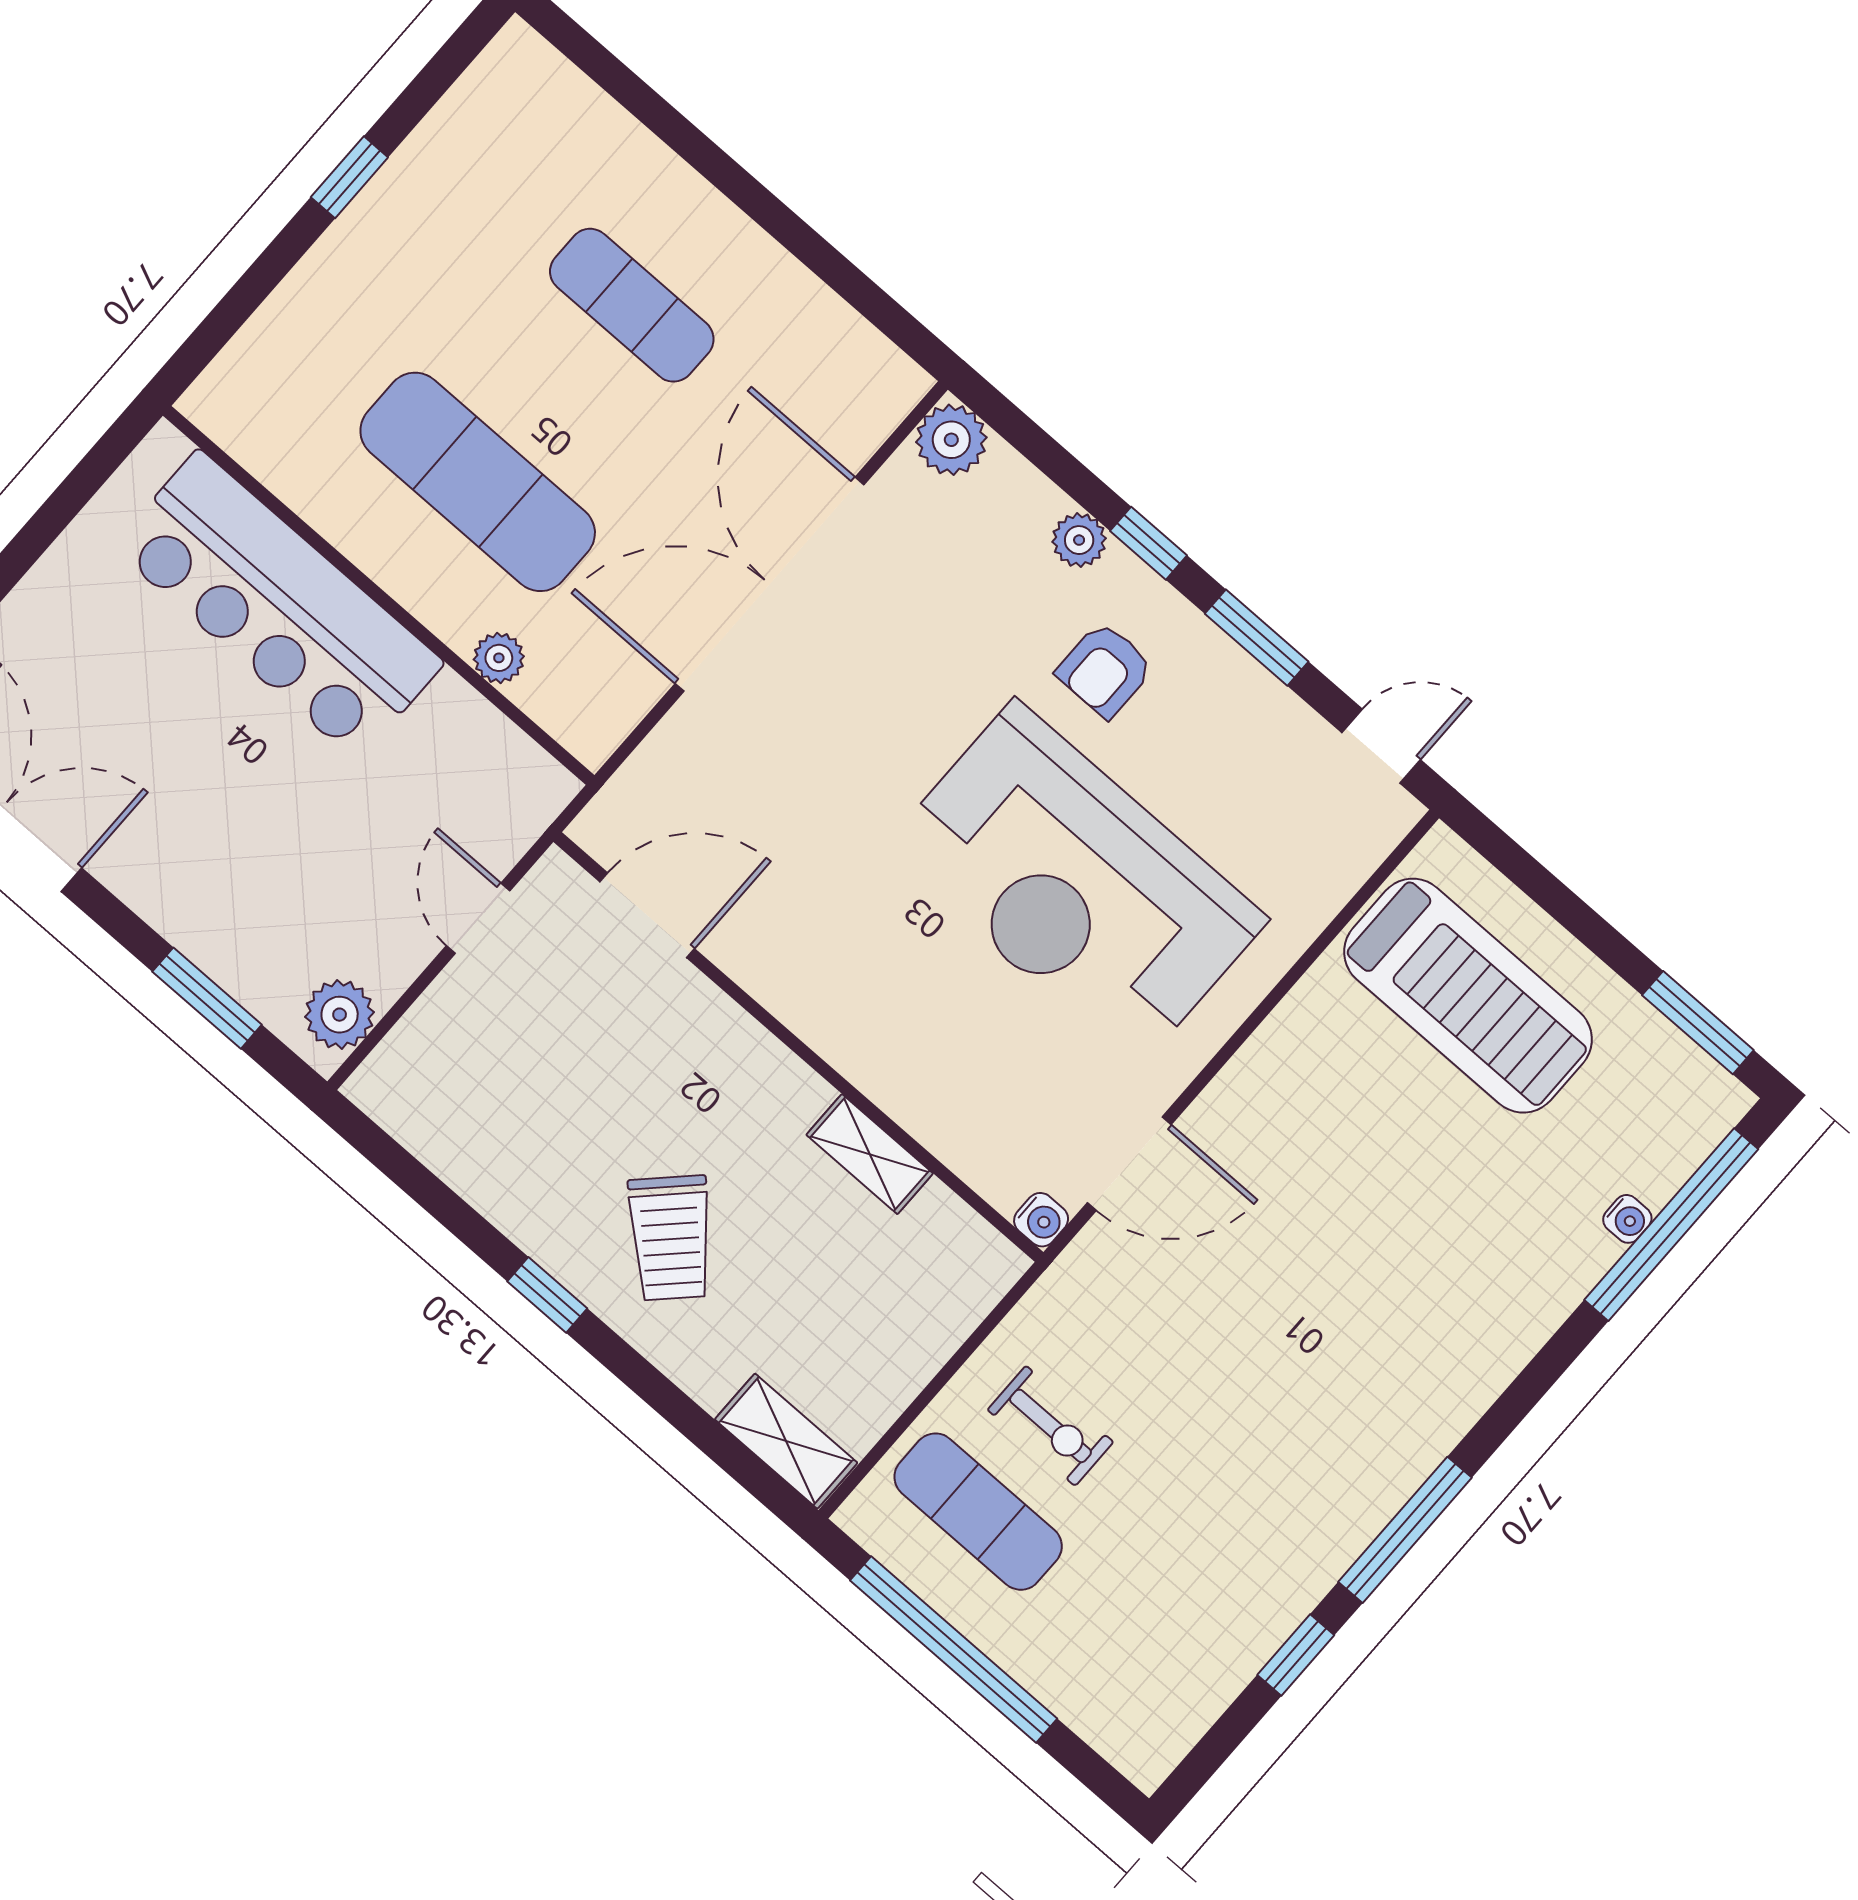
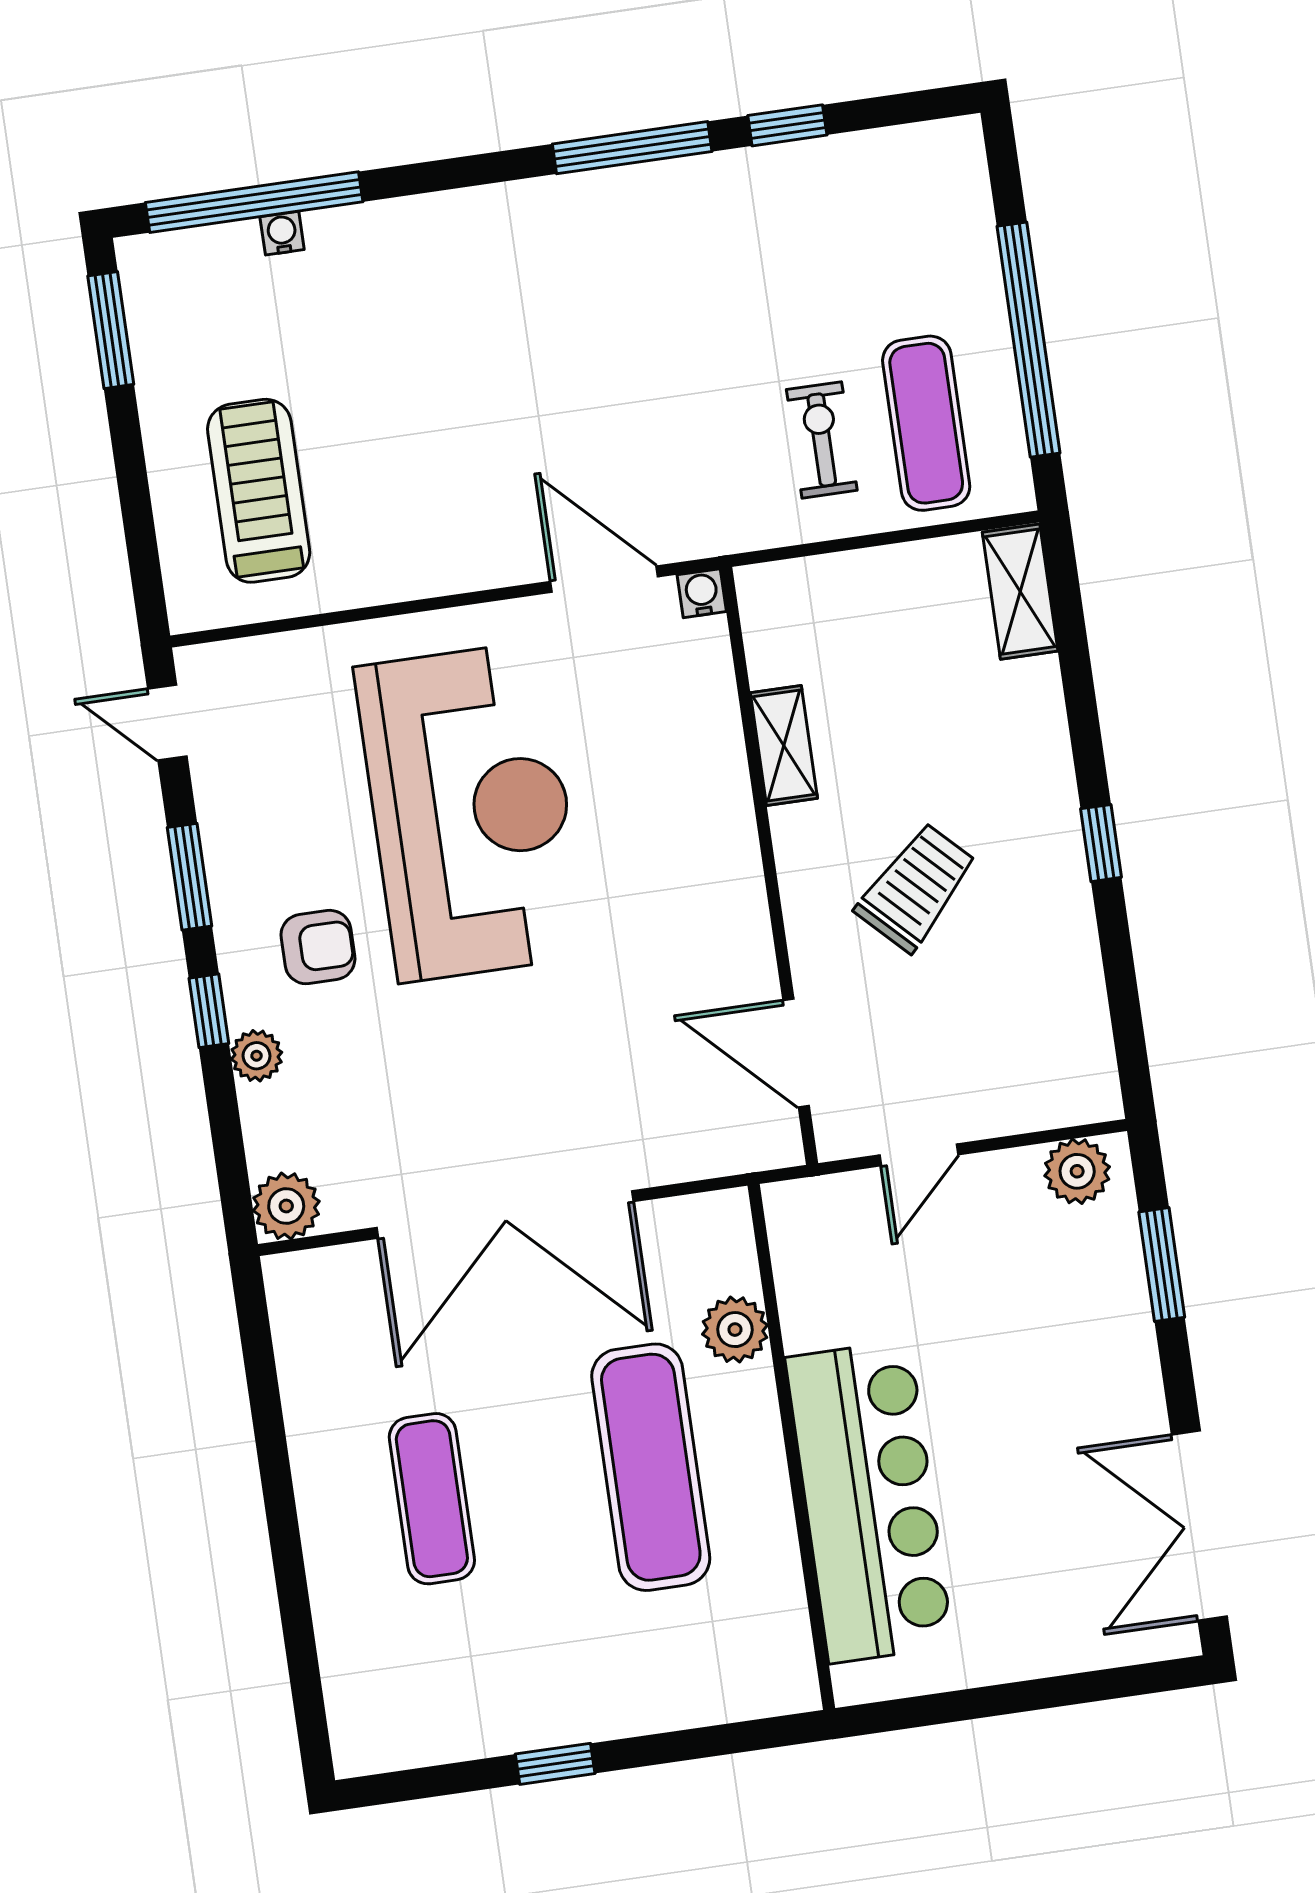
plant: (499, 658) -> (735, 1330), width x1.38, depth x1.38
treadmill: (1468, 996) -> (259, 491), width x0.73, depth x0.73
trolley: (671, 1238) -> (916, 887), moved

